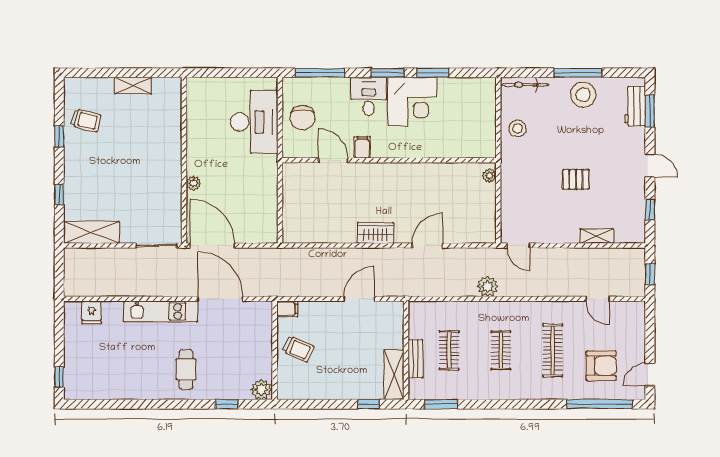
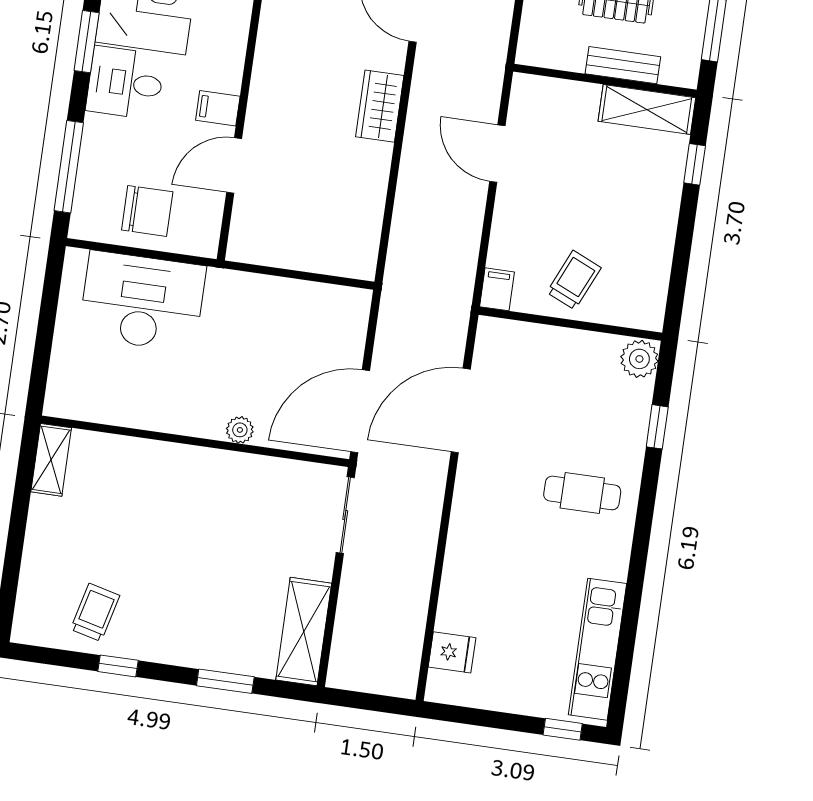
shelving: (133, 86) -> (51, 460), moved
window: (59, 195) -> (225, 681), width x1.50
kitchen unit: (161, 311) -> (598, 649), moved, turned 180

